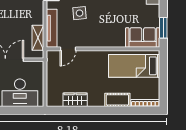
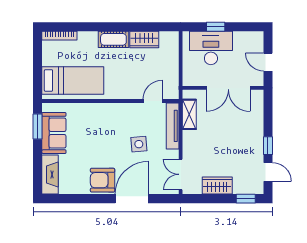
sofa: (143, 37) -> (54, 133), moved, turned -90
cot: (117, 100) -> (113, 39), moved
window: (16, 110) -> (216, 27), added

